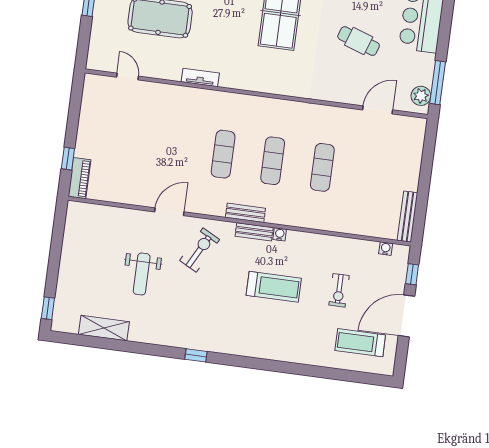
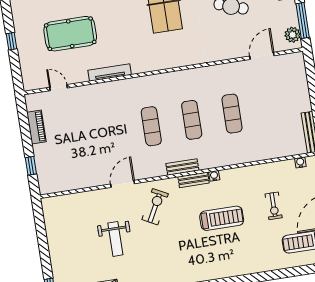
tv unit: (200, 77) -> (110, 72), width x1.41
piano: (79, 178) -> (36, 127), moved

